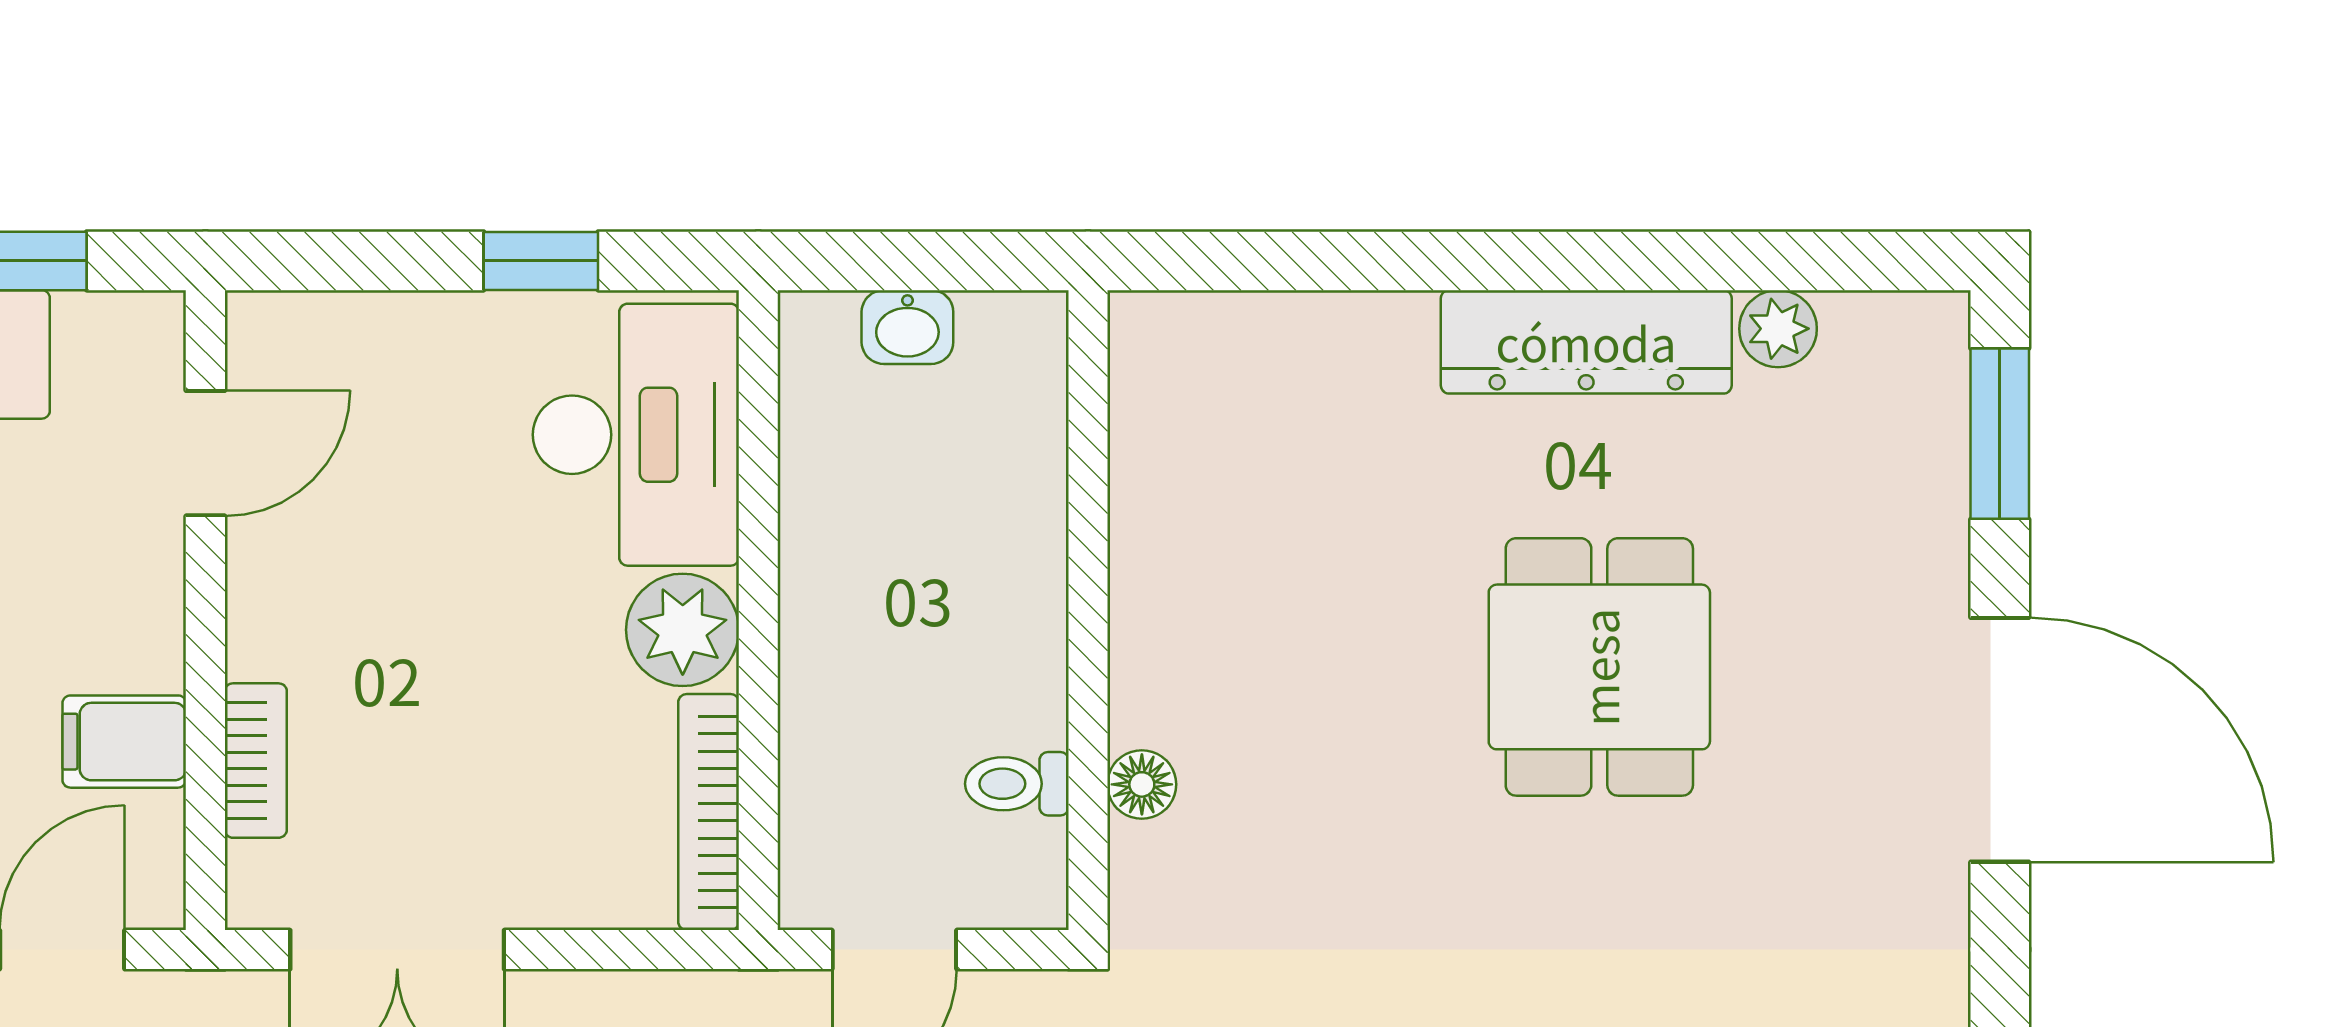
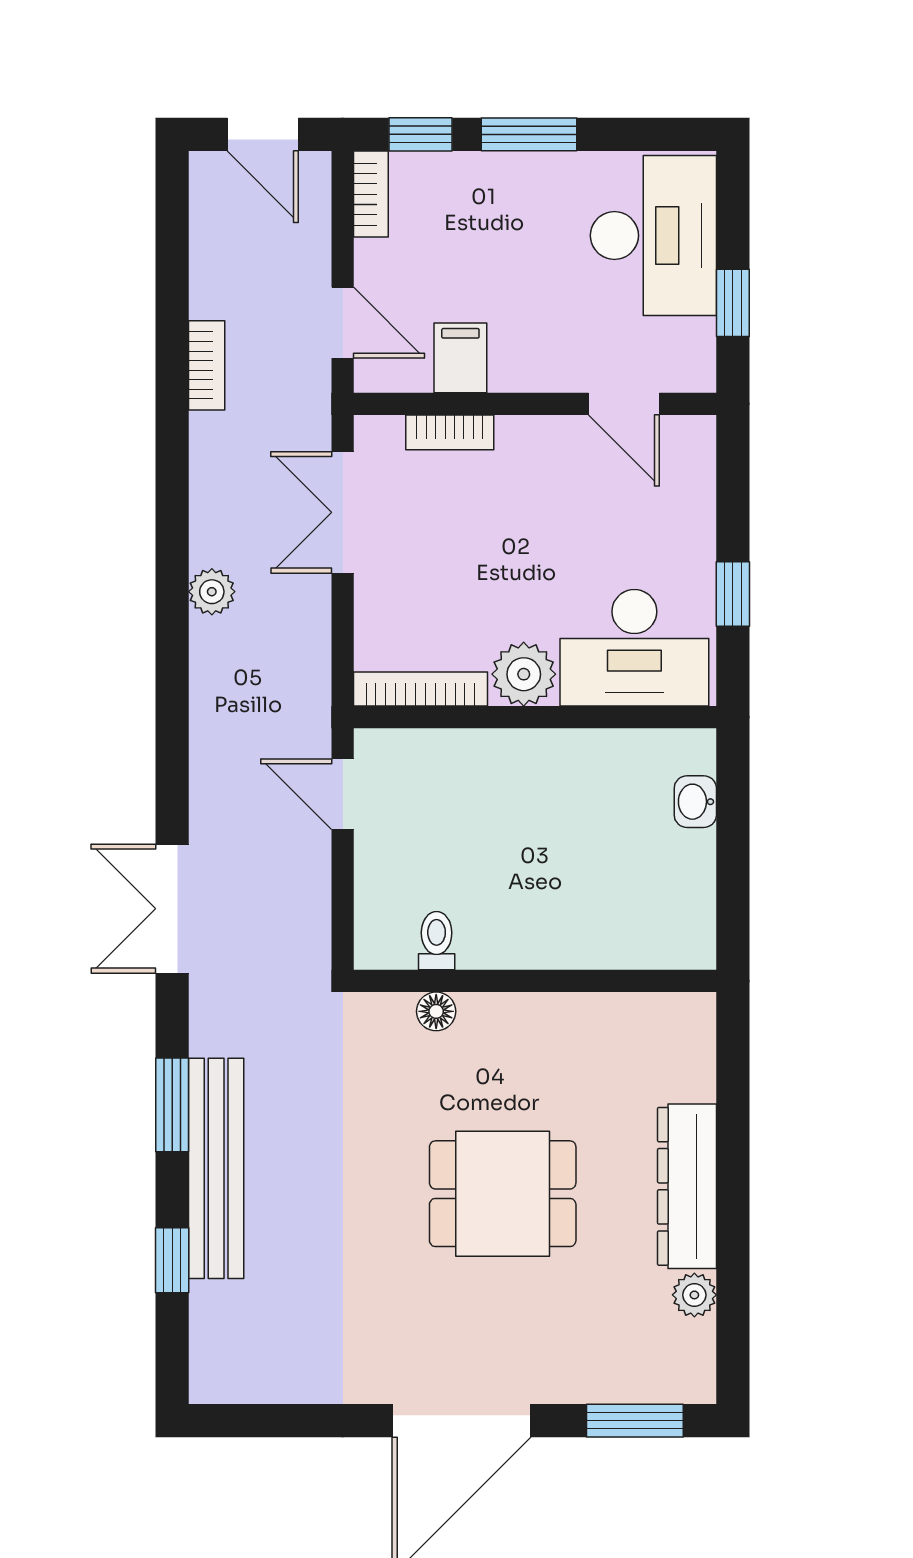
wall: (1088, 610) -> (535, 981), moved
toilet: (1017, 784) -> (437, 941), moved
floor lamp: (1142, 784) -> (436, 1011), moved

